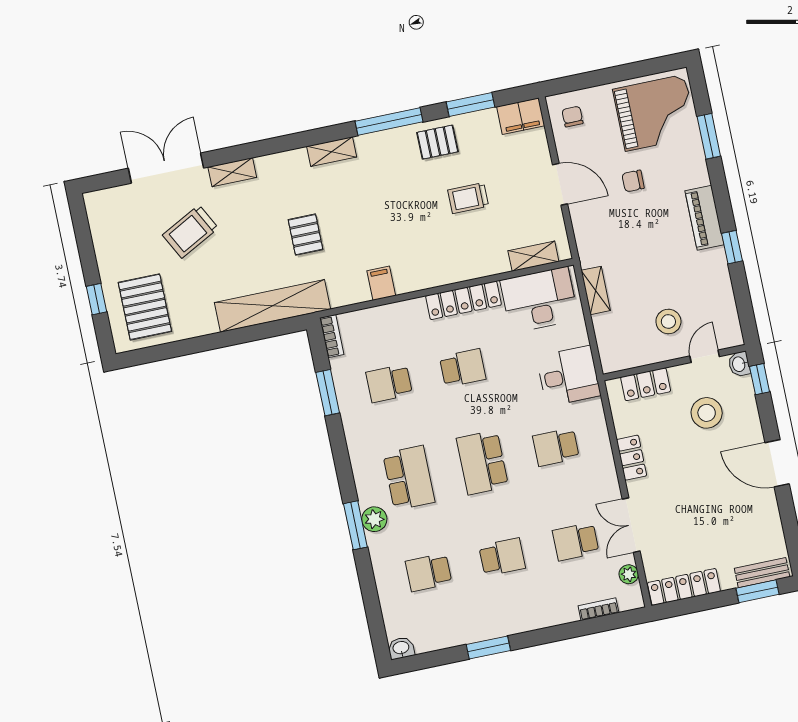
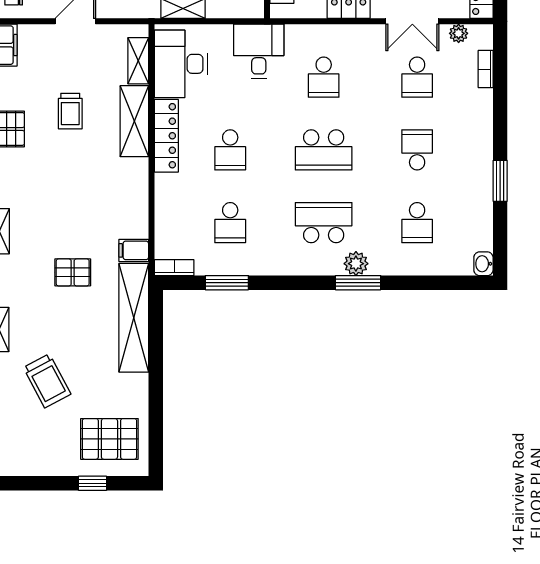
shelving: (471, 265) -> (134, 121), added
filing cabinet: (381, 283) -> (134, 250), moved
school desk: (463, 368) -> (230, 150), turned 180

